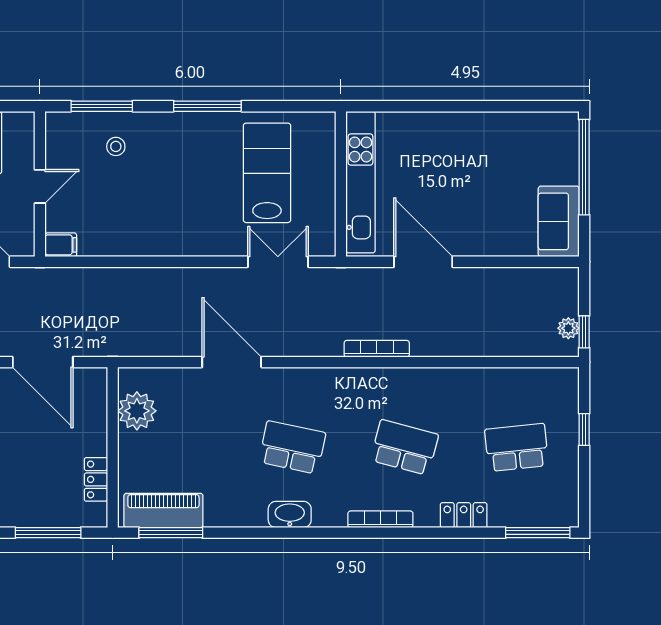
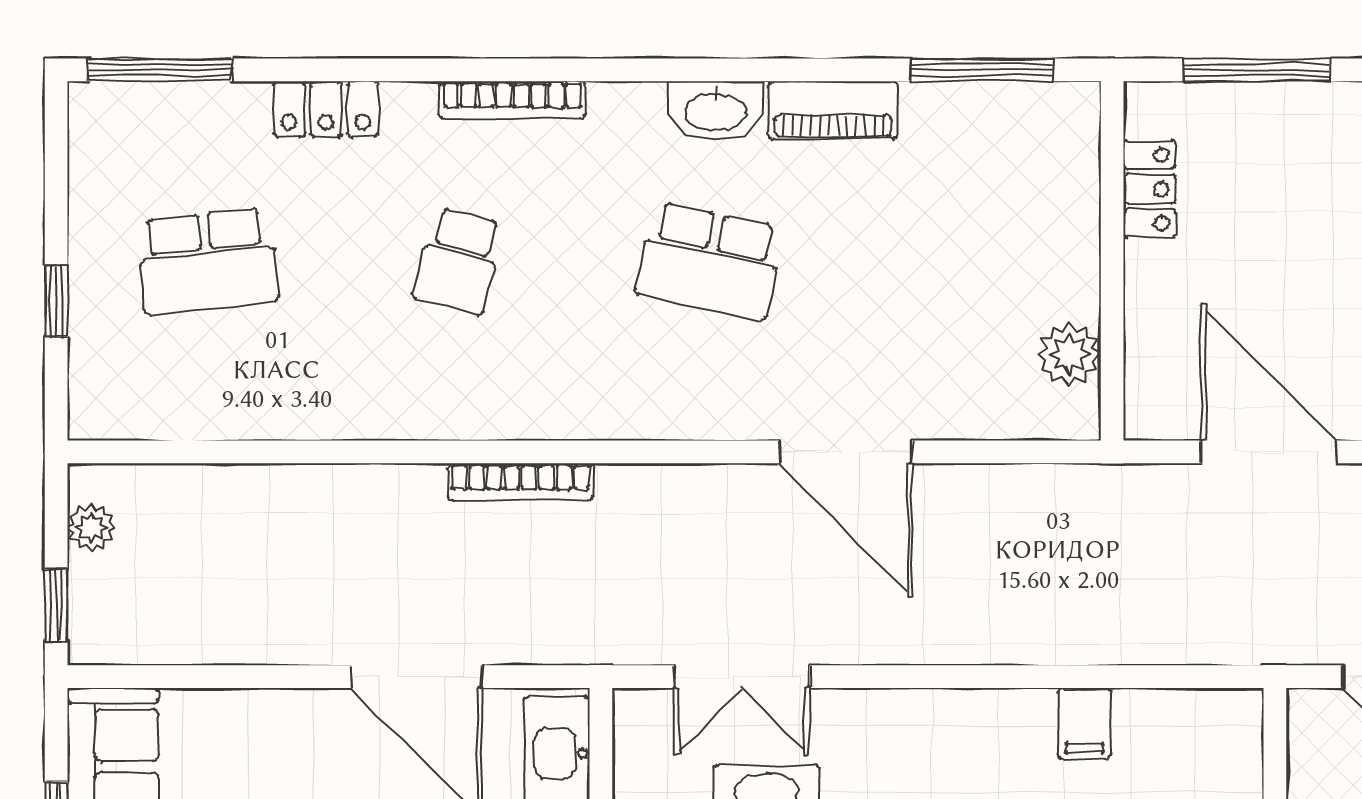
filing cabinet: (61, 245) -> (1084, 723), moved, turned -90
window: (584, 332) -> (56, 605), moved
plant: (137, 411) -> (1069, 354), width x0.73, depth x0.73
school desk: (404, 447) -> (459, 261), width x0.54
piano: (163, 510) -> (833, 110), moved, width x0.73, depth x0.75

